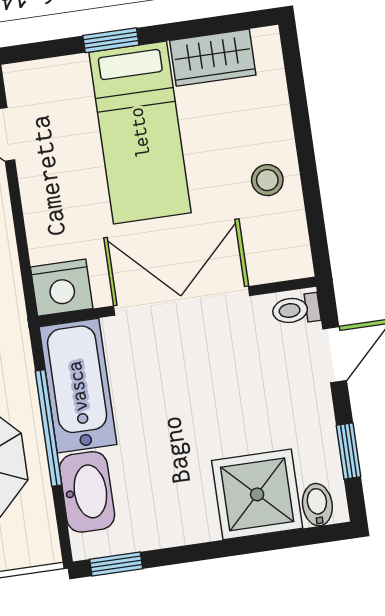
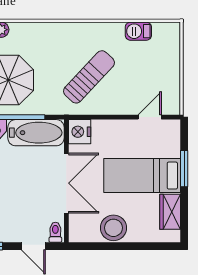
window: (111, 40) -> (184, 169), width x1.50
stool: (267, 180) -> (113, 228), width x1.89, depth x1.89

